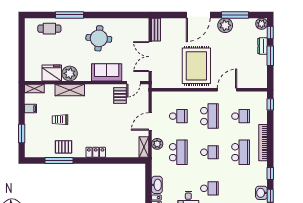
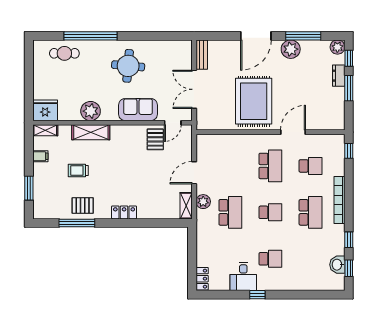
window: (70, 15) -> (90, 36), width x1.46
fridge: (52, 73) -> (45, 110), moved
school desk: (178, 116) -> (230, 166), removed
washbasin: (157, 185) -> (203, 254), removed

